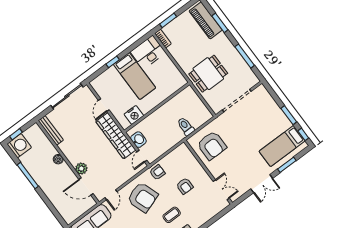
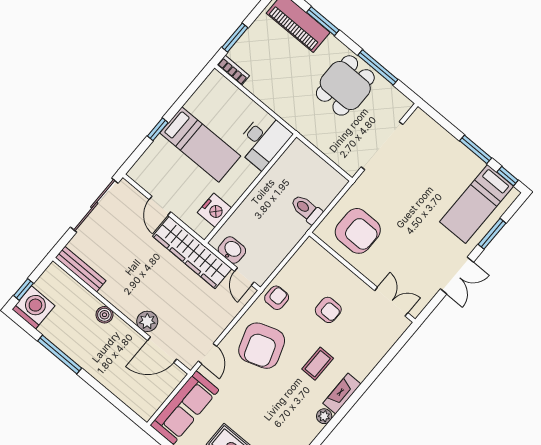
desk: (148, 52) -> (263, 140), moved, turned 180
dining table: (208, 74) -> (345, 85), moved
armchair: (143, 197) -> (262, 346), turned 90

